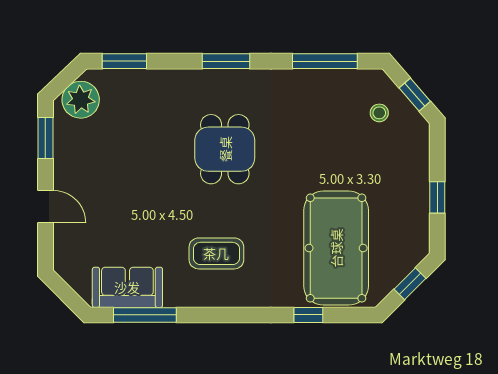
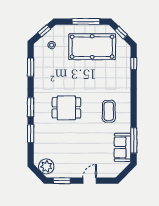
window: (124, 61) -> (31, 134), moved
window: (325, 61) -> (31, 67), width x0.69
window: (437, 197) -> (86, 22), width x2.17
pool table: (336, 248) -> (92, 47), moved
window: (308, 315) -> (134, 63), moved

